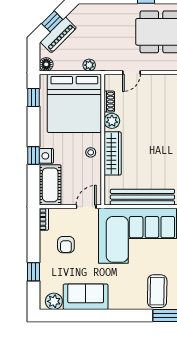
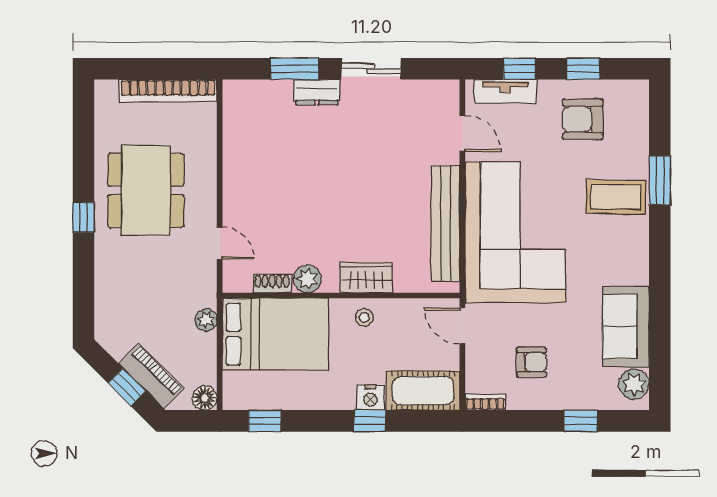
bed: (74, 103) -> (275, 334), width x0.73
wardrobe: (113, 153) -> (366, 278), width x0.67

